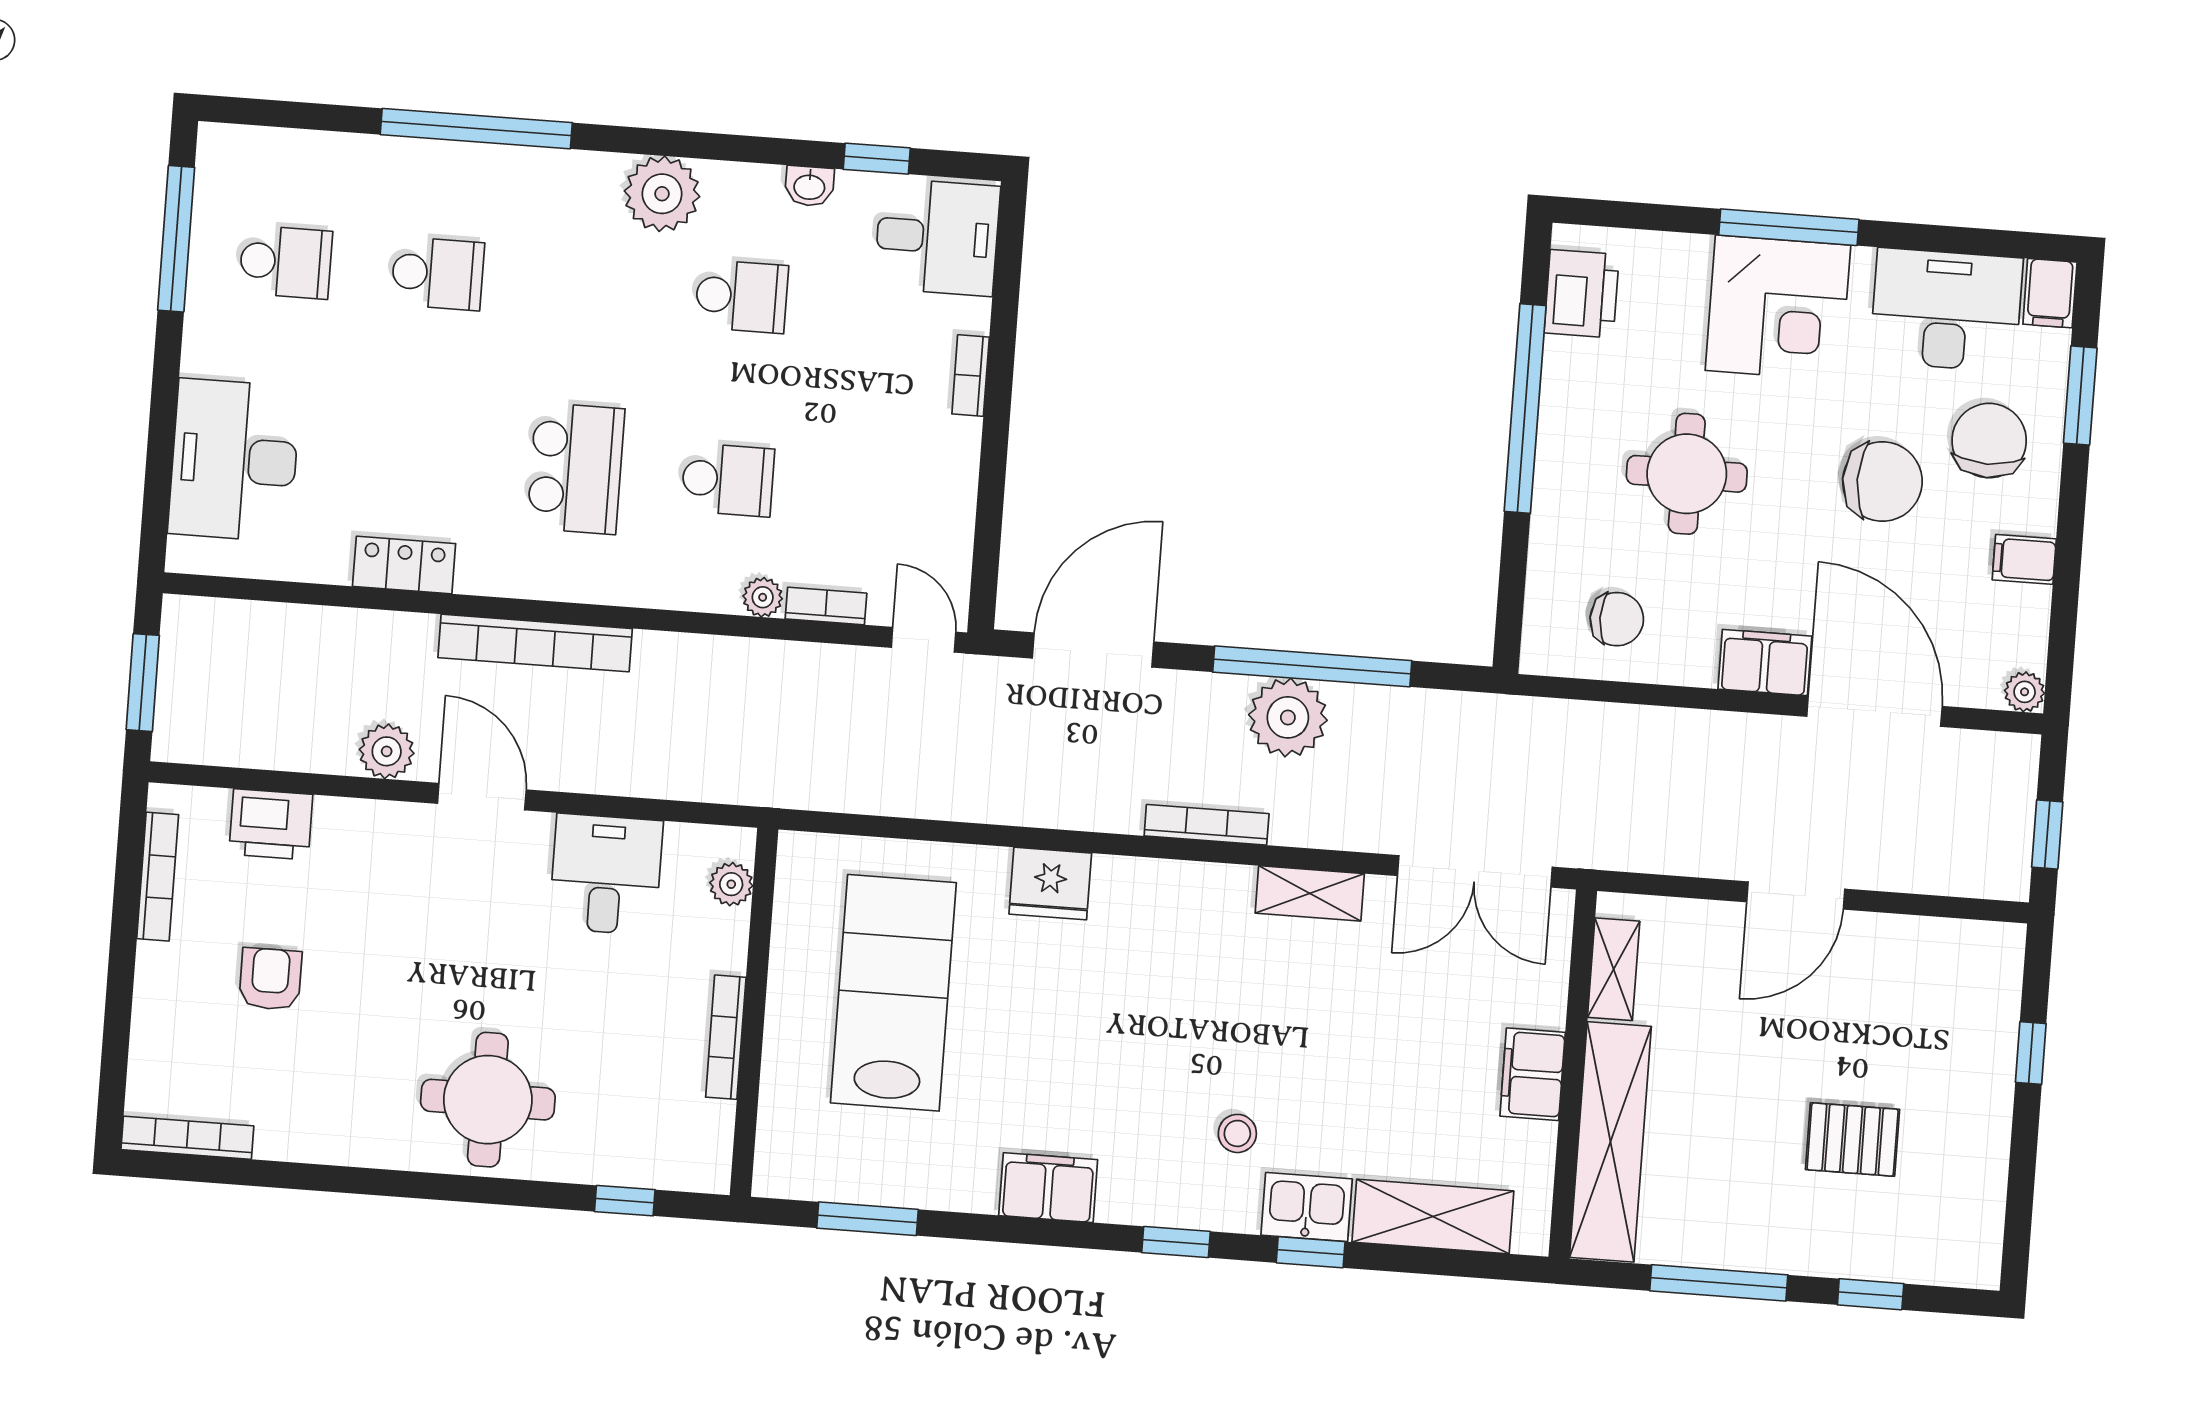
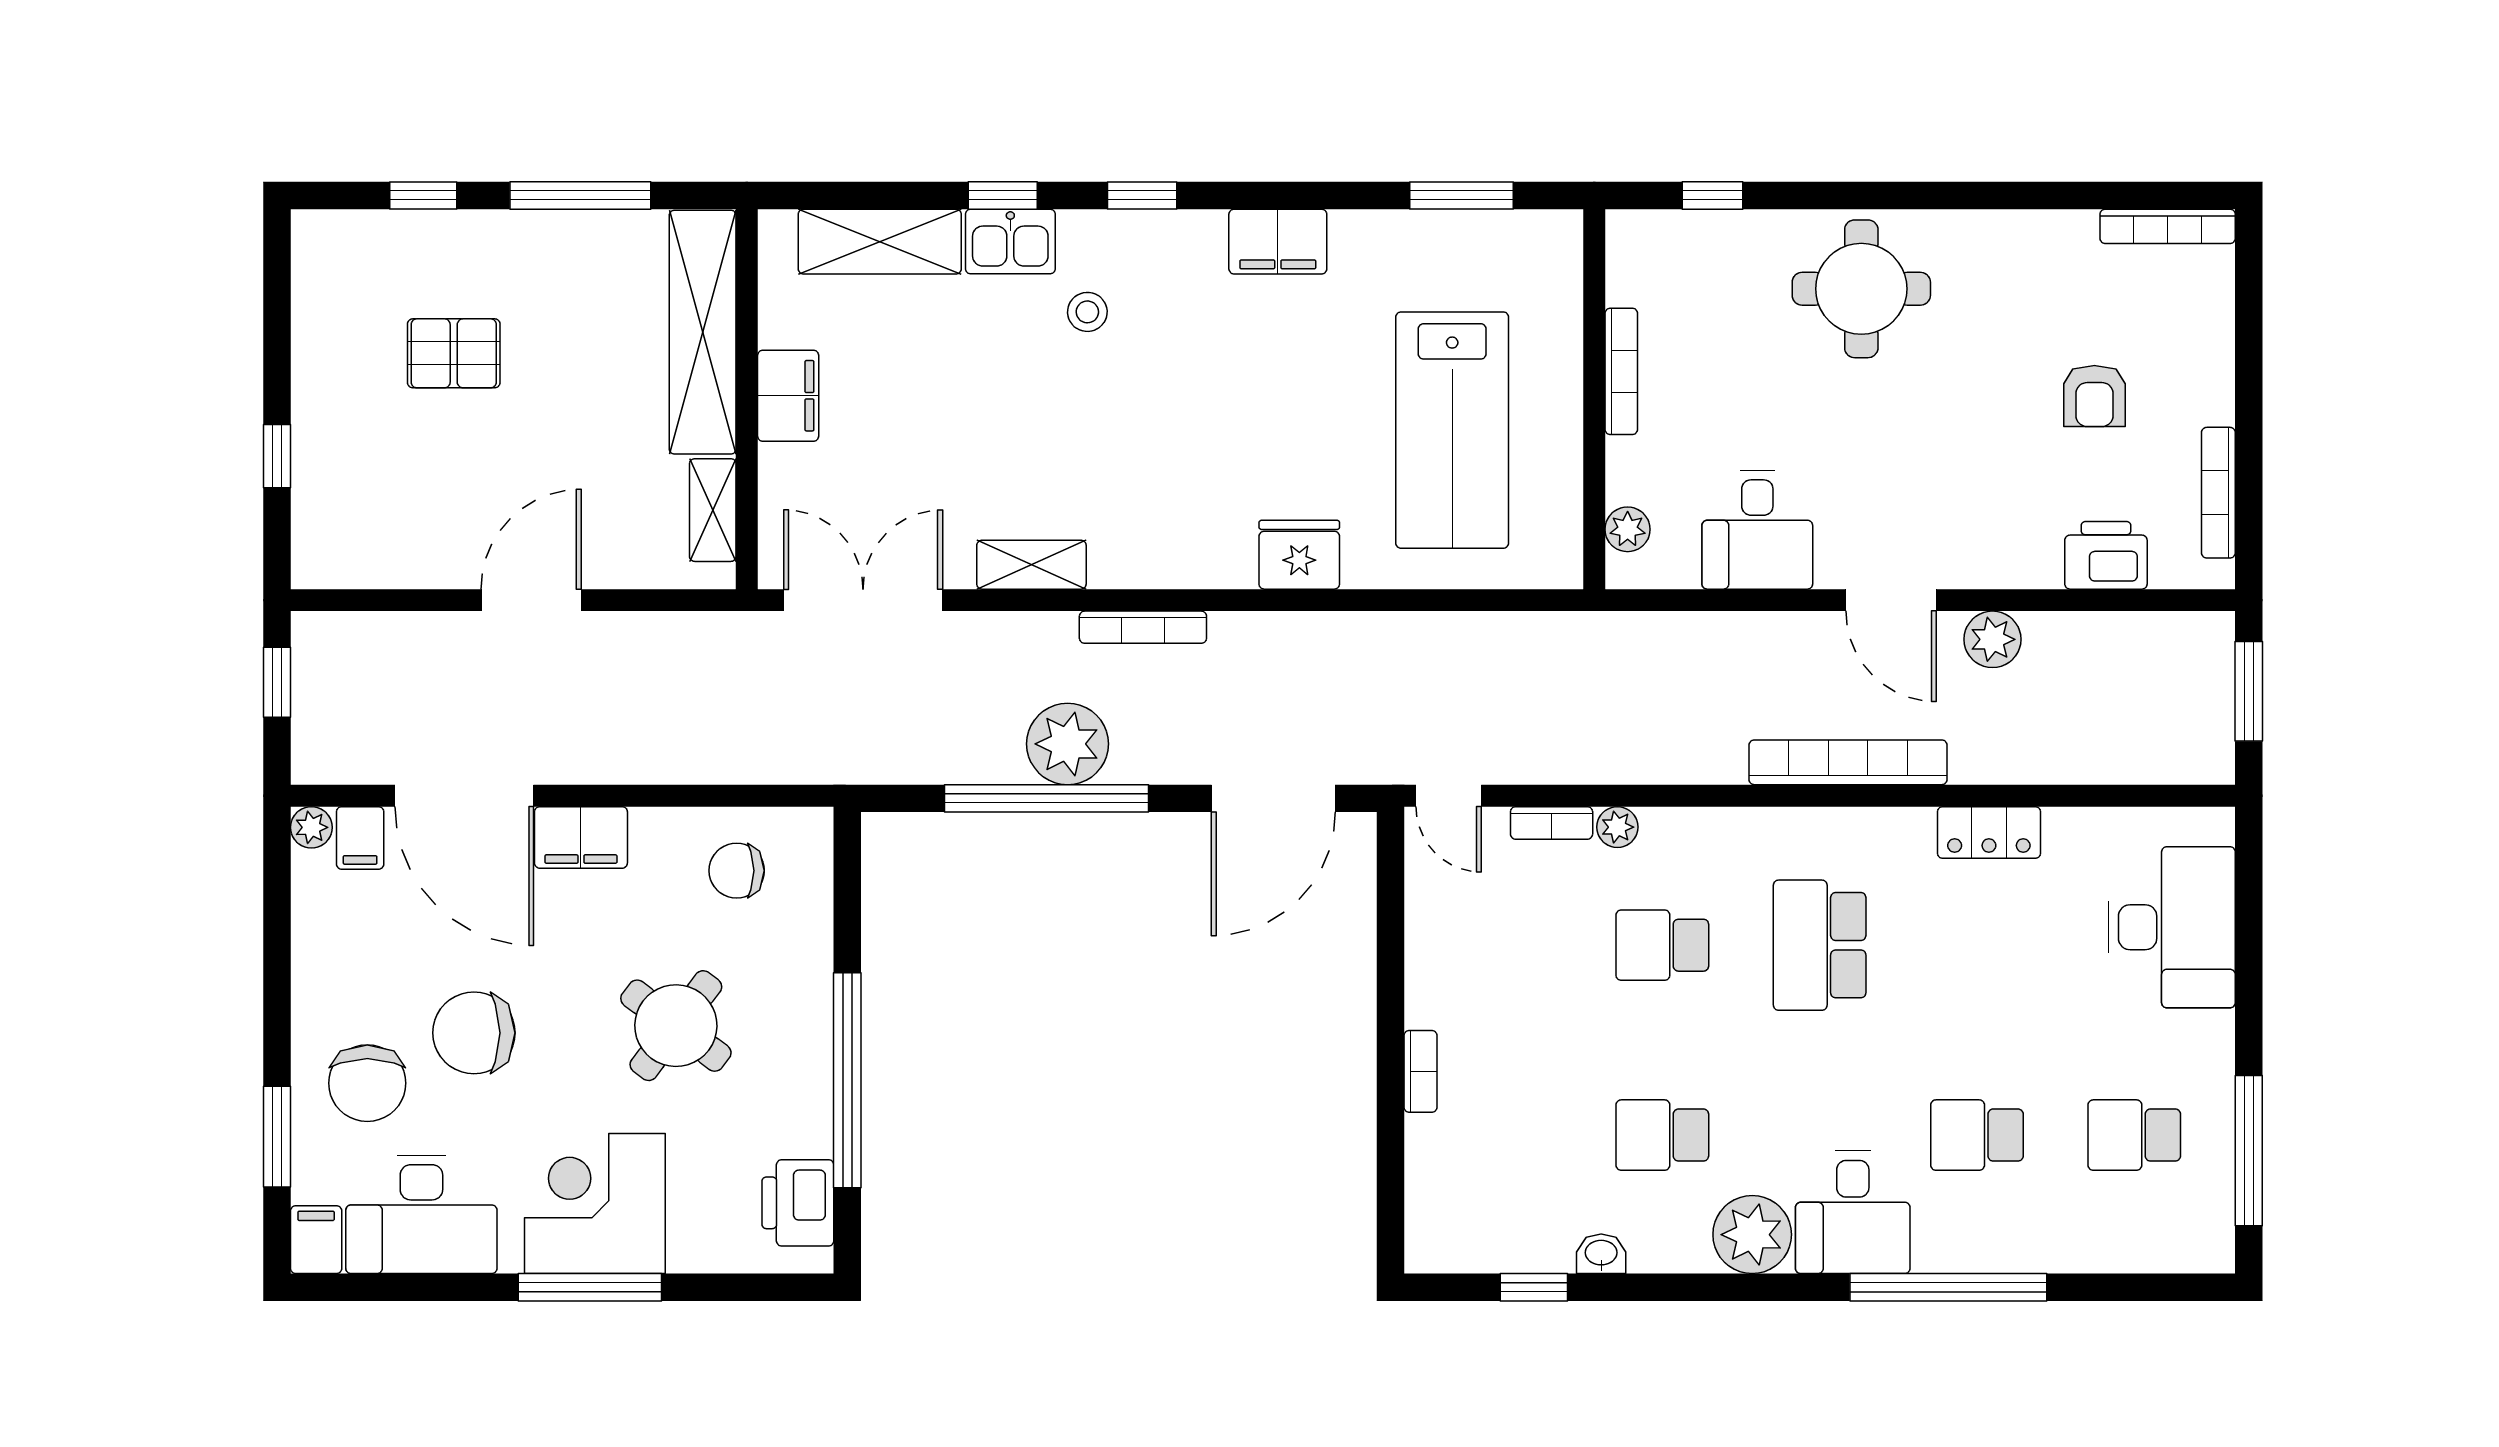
desk: (937, 237) -> (1853, 1212), moved, turned -90
round table: (1687, 474) -> (676, 1026), turned 37
filing cabinet: (2024, 559) -> (360, 838), moved, turned 90

